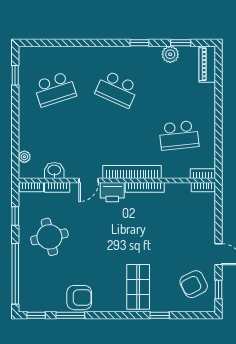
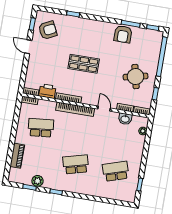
piano: (207, 64) -> (17, 156), moved
school desk: (117, 89) -> (76, 164), turned -39
door: (89, 181) -> (104, 109), hinge flipped
printer: (112, 192) -> (47, 91), moved
shop shelf: (138, 287) -> (84, 64), moved, turned 90
armchair: (79, 298) -> (123, 34), turned -90

